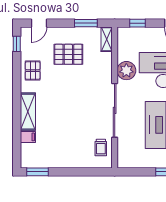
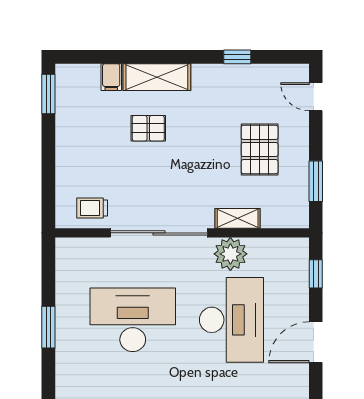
shelving: (107, 39) -> (238, 218), moved
window: (17, 44) -> (237, 57), moved
pallet: (33, 71) -> (148, 128), moved

